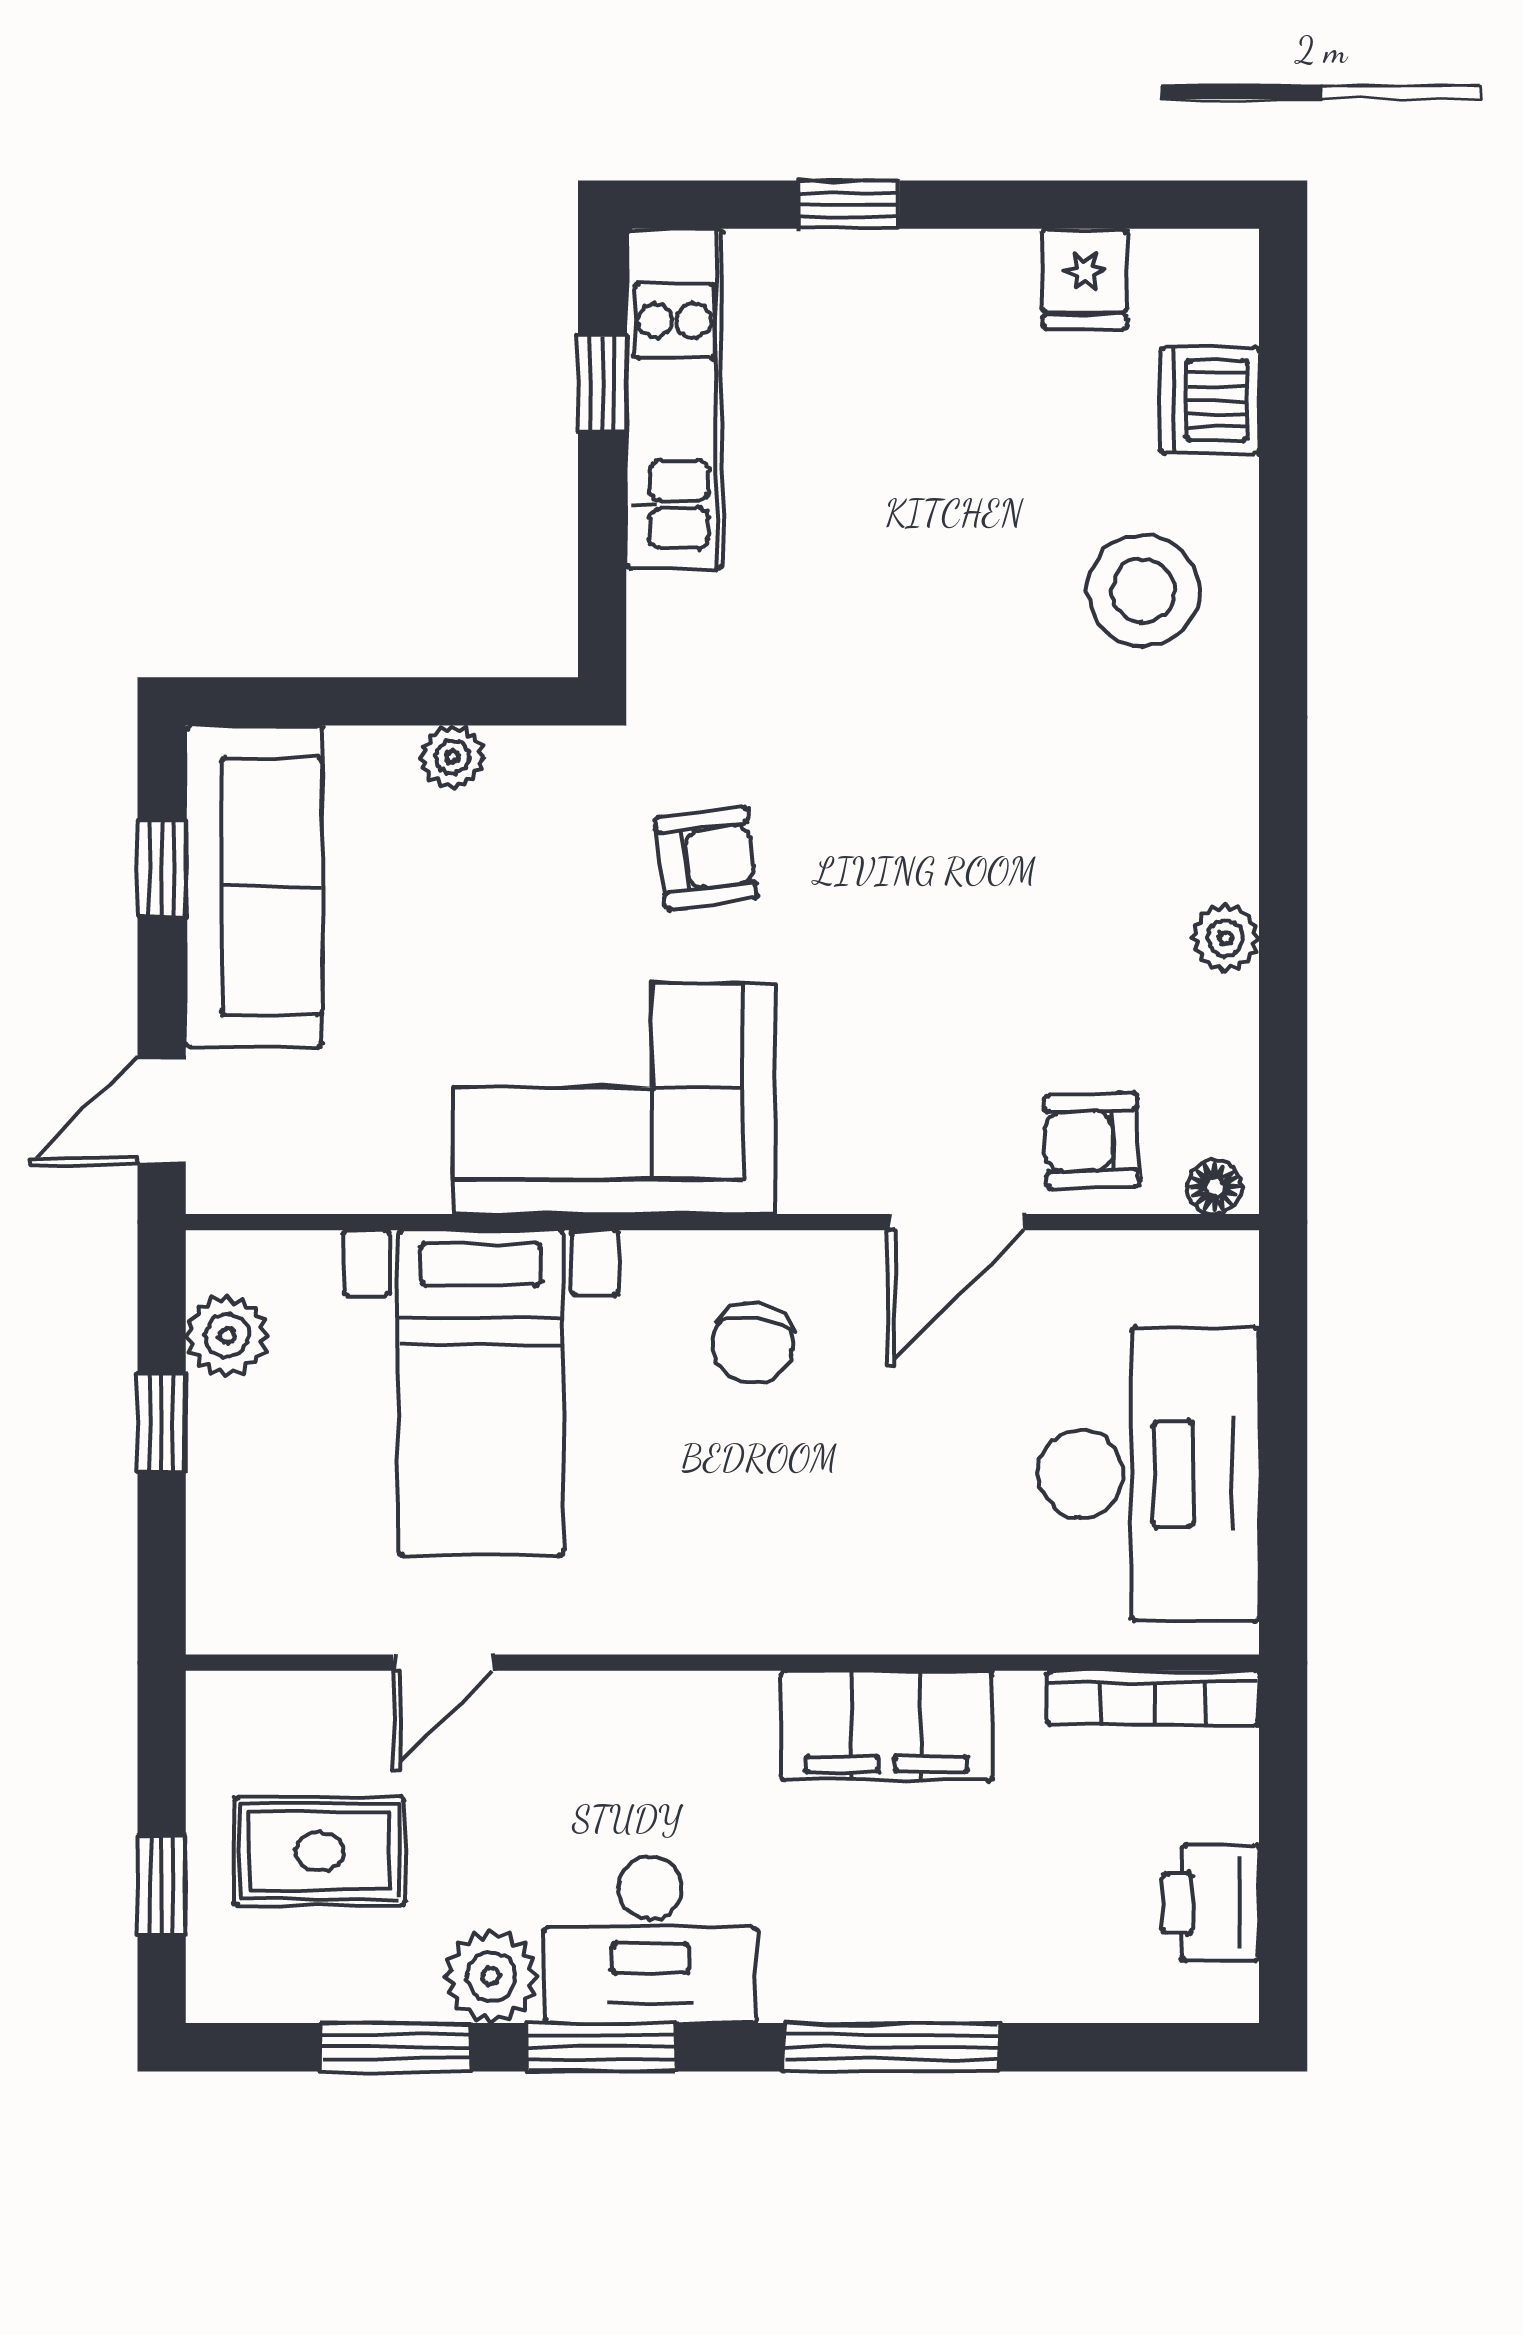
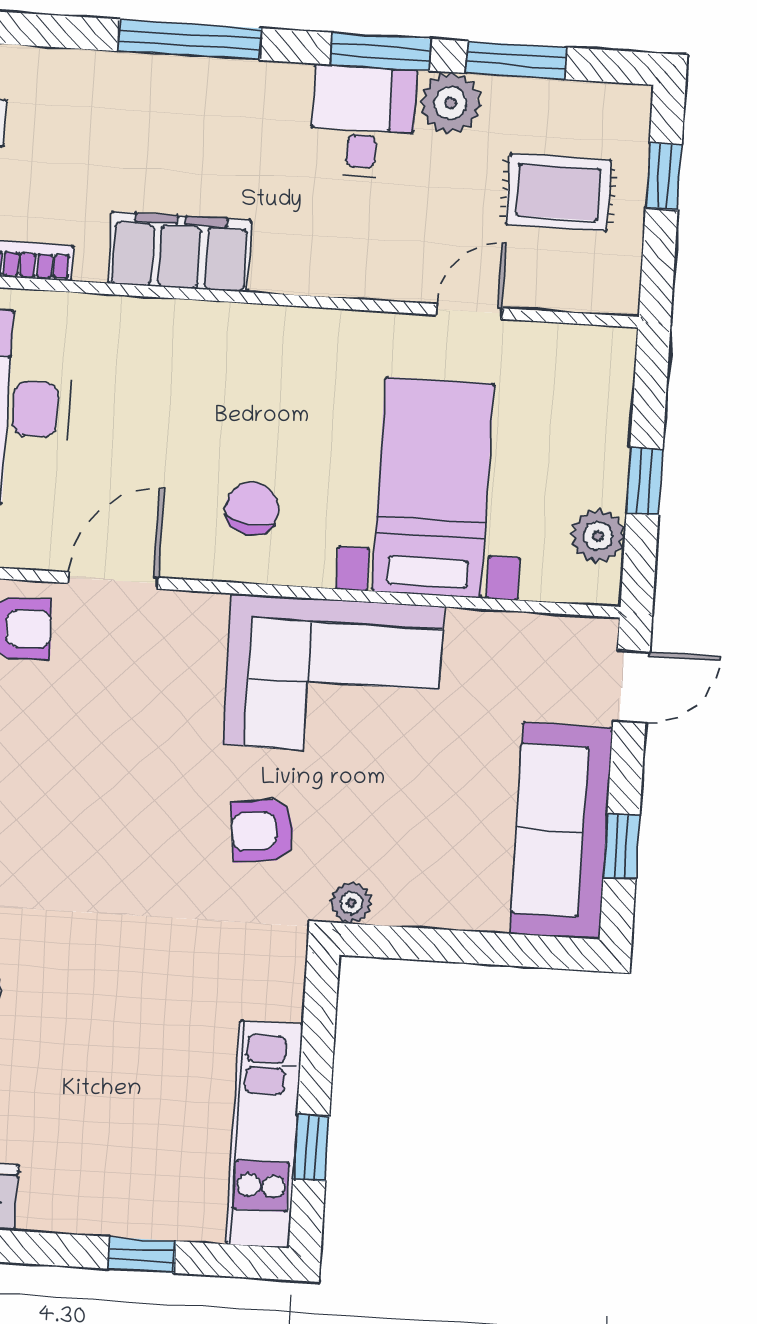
plant: (452, 757) -> (351, 903), moved
desk: (650, 1940) -> (363, 122), width x0.73

